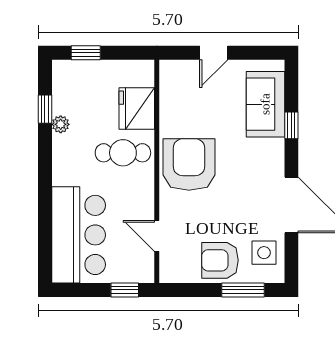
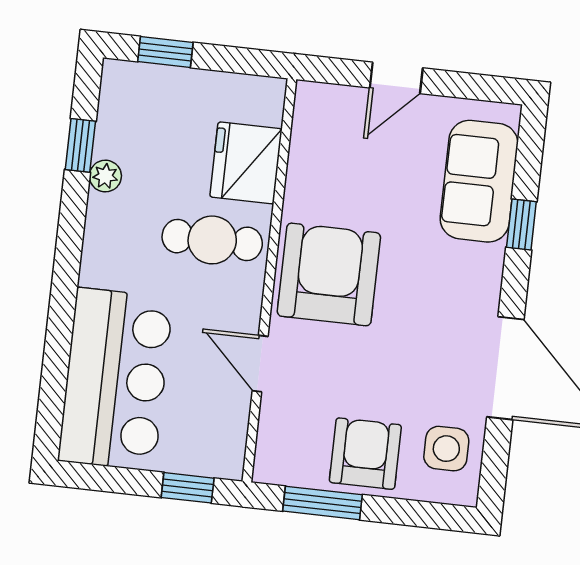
door: (157, 236) -> (260, 364), moved
armchair: (220, 260) -> (365, 454), turned 90
window: (243, 290) -> (322, 503), moved

